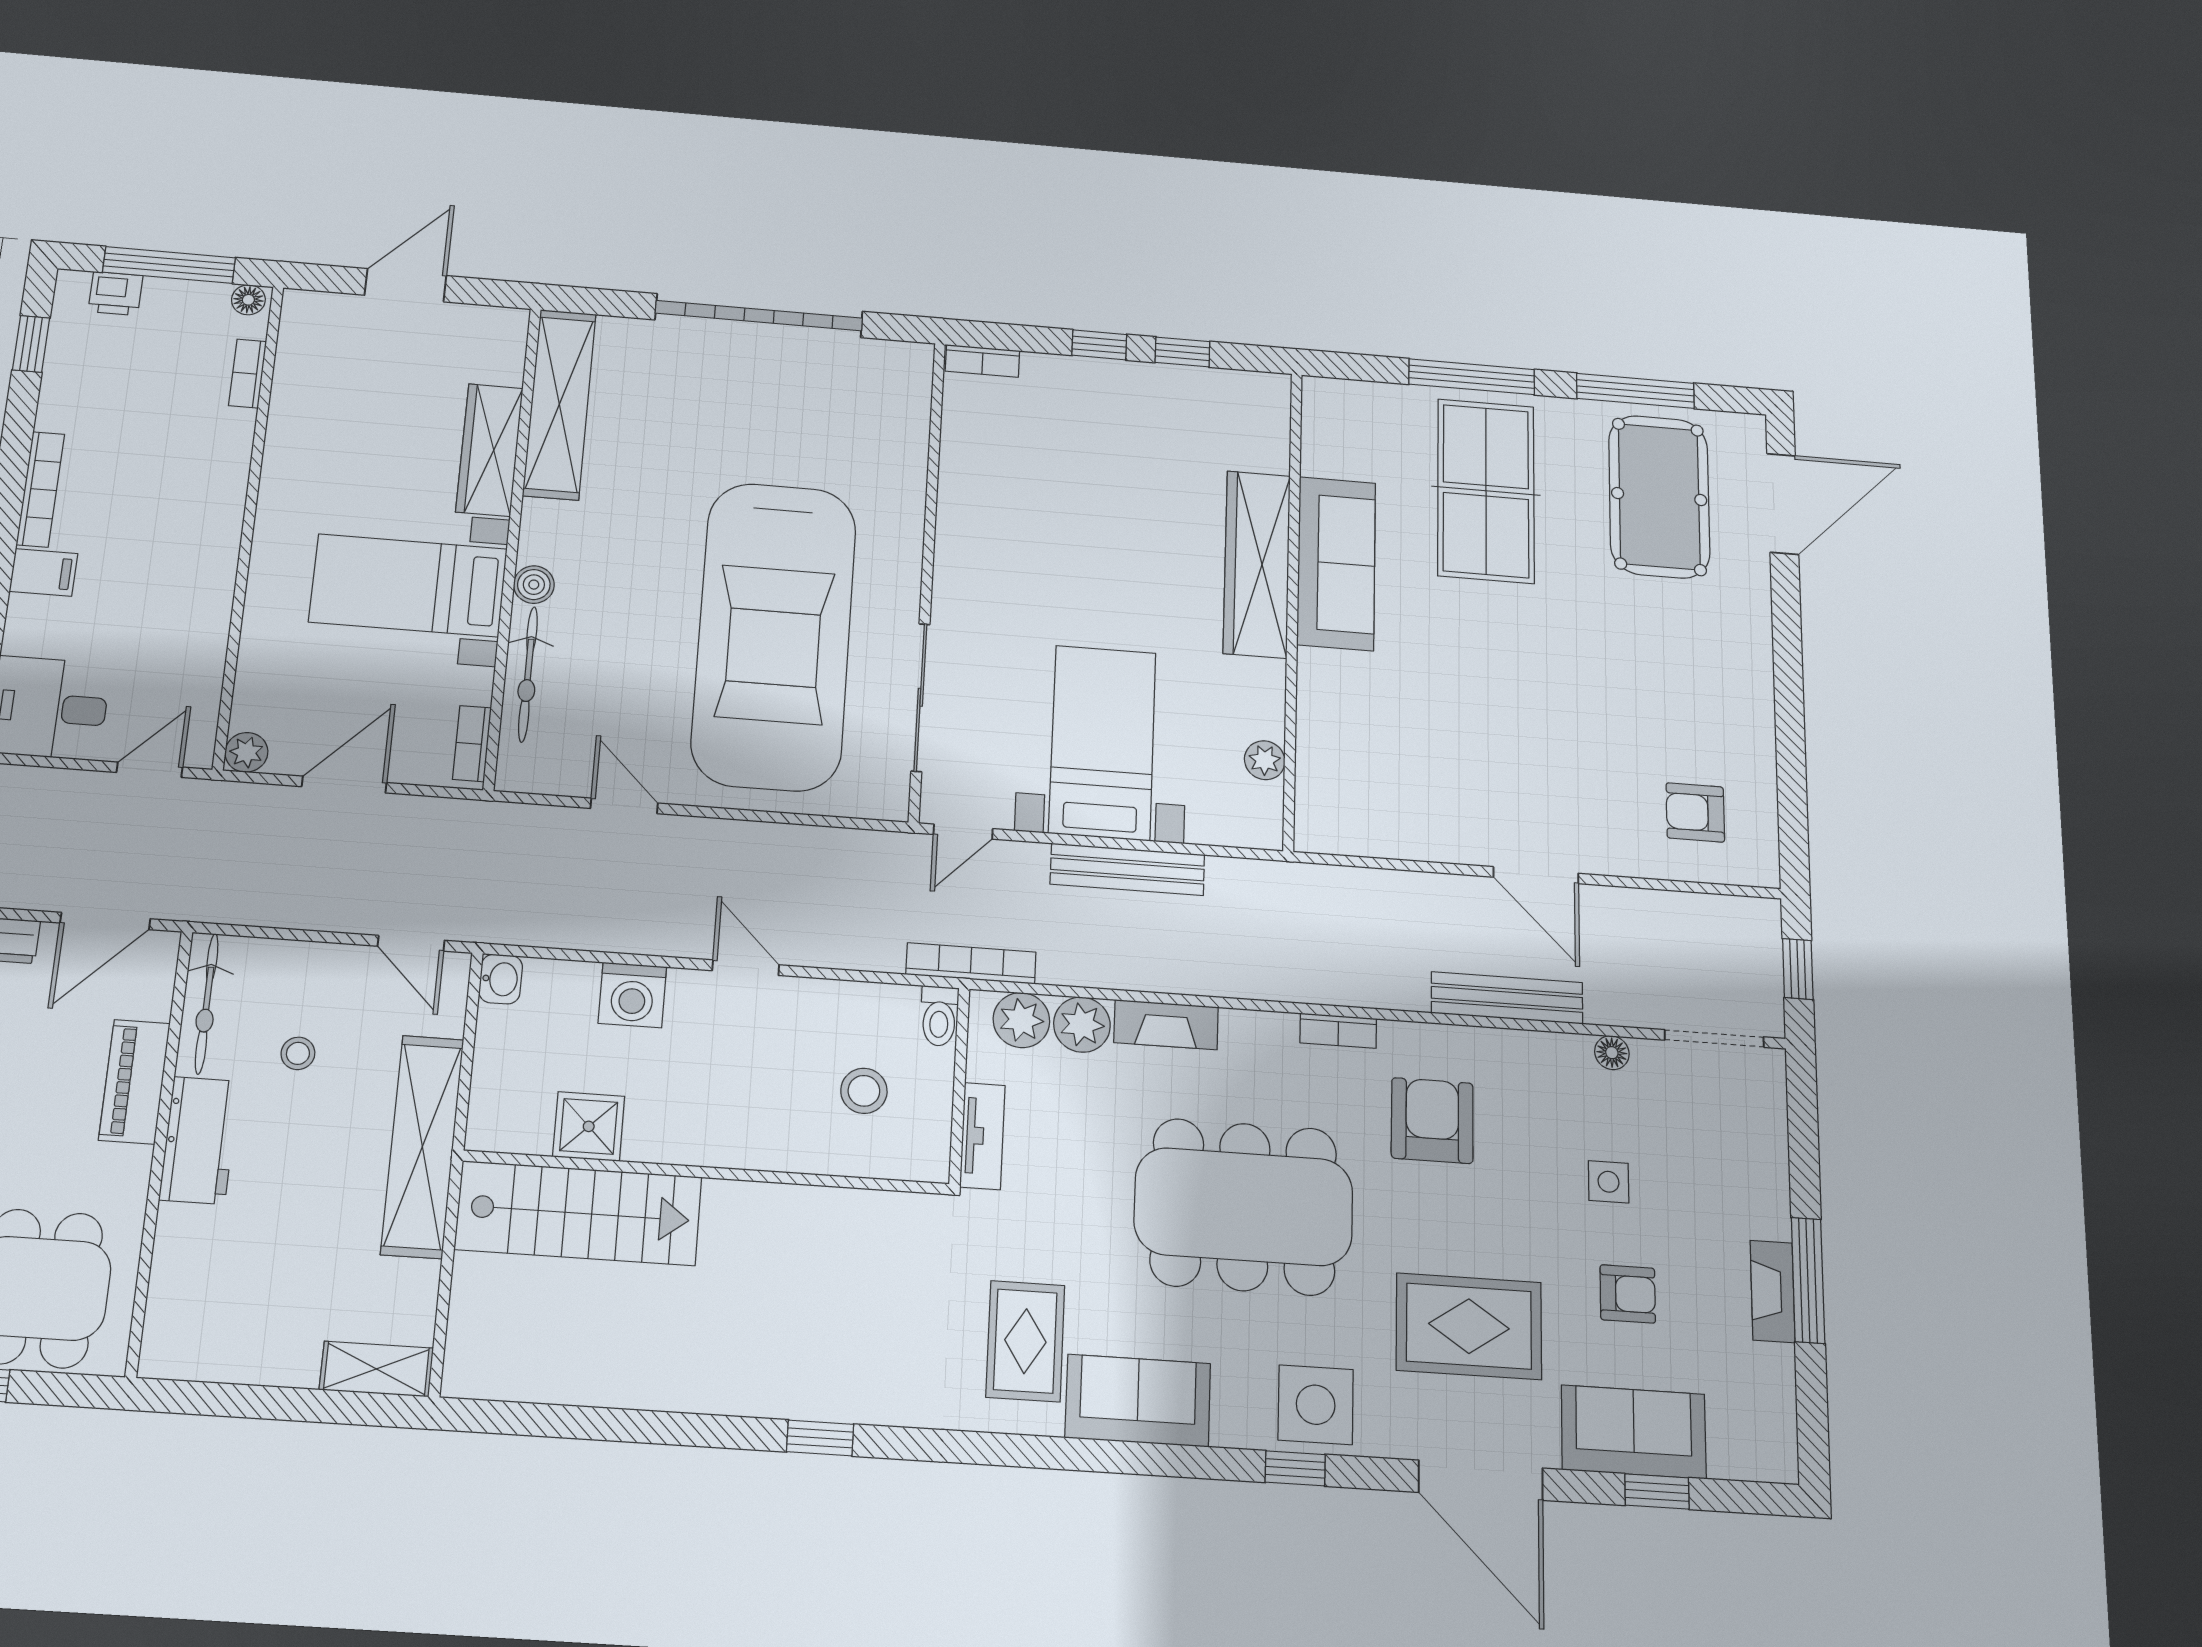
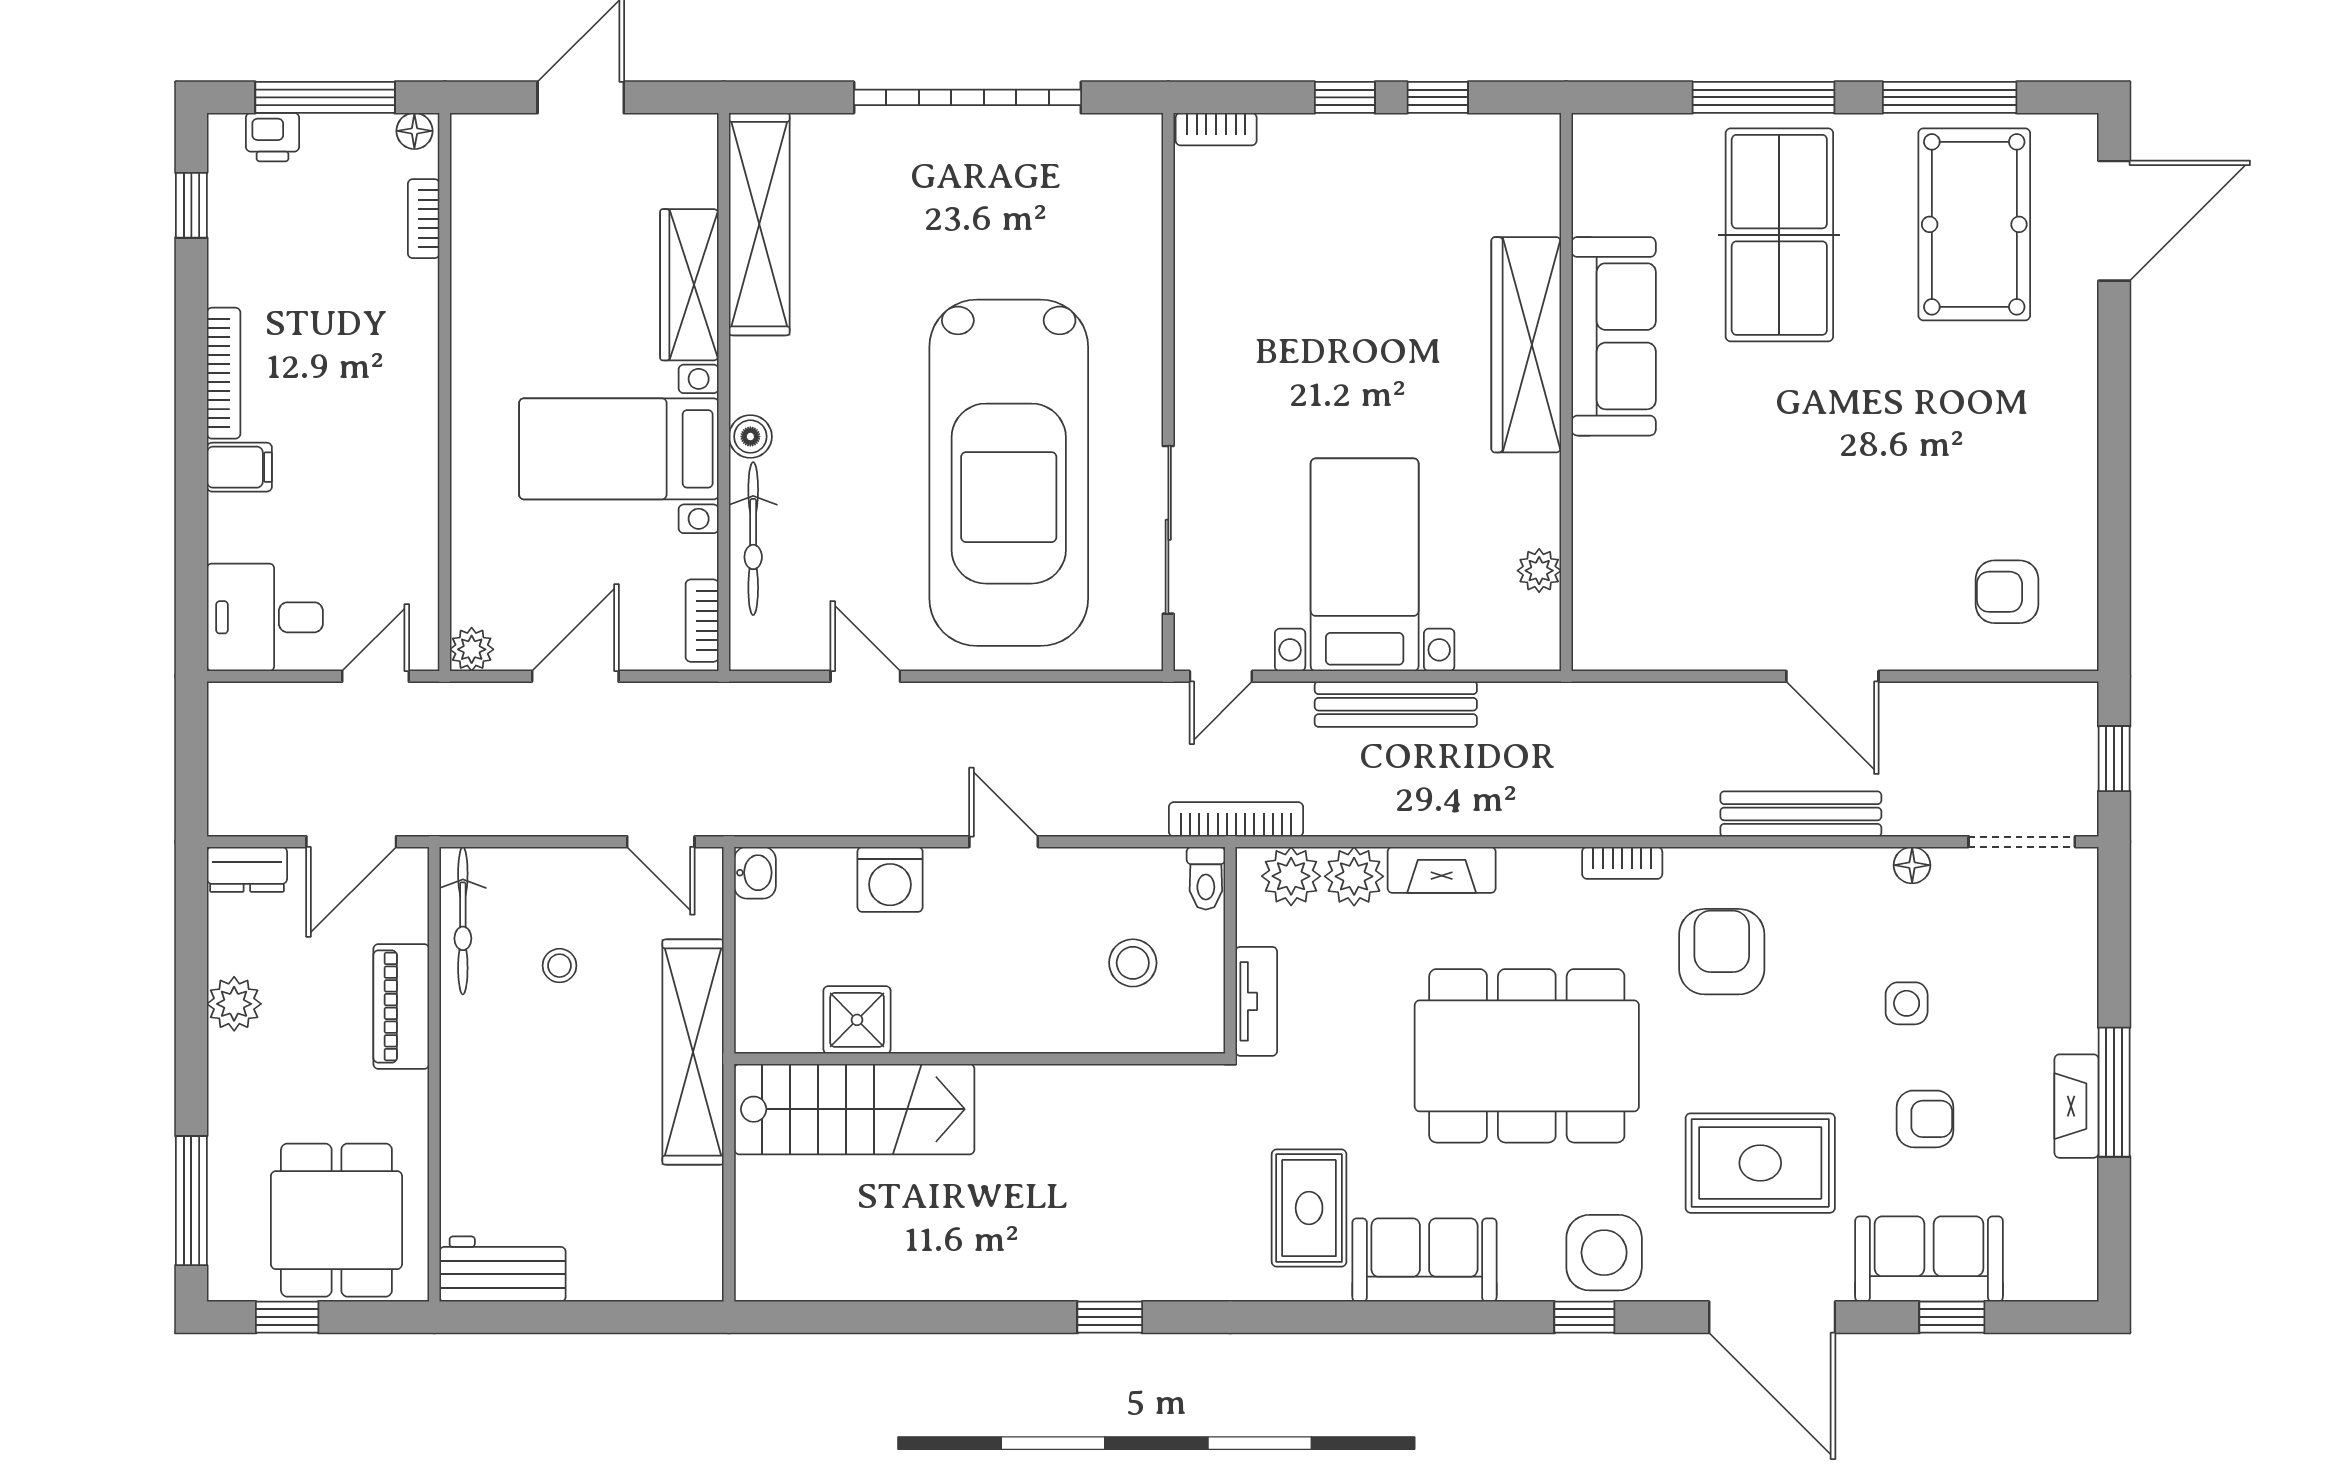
workbench: (199, 1140) -> (503, 1269), moved, turned -90
shelving: (376, 1369) -> (670, 1278), removed

